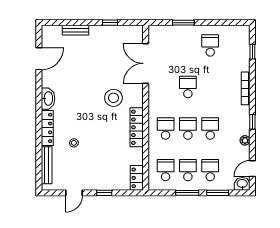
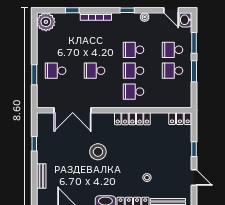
plant: (240, 35) -> (46, 22), added
school desk: (210, 45) -> (56, 71), moved
window: (252, 52) -> (72, 10), moved
stool: (113, 98) -> (98, 152), moved
school desk: (166, 170) -> (173, 92), removed

